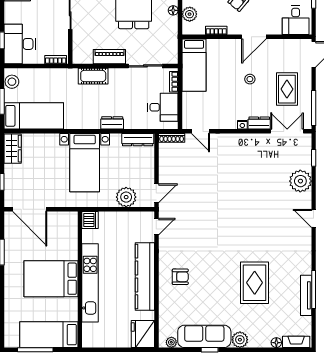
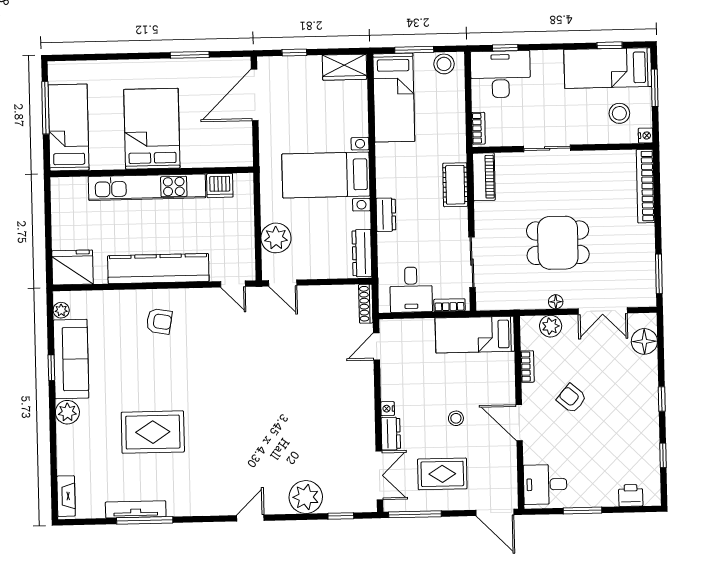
piano: (109, 57) -> (484, 177), moved
dishwasher: (90, 220) -> (220, 185), moved
armchair: (180, 277) -> (159, 321), turned -80
floor lamp: (276, 343) -> (64, 467), removed

